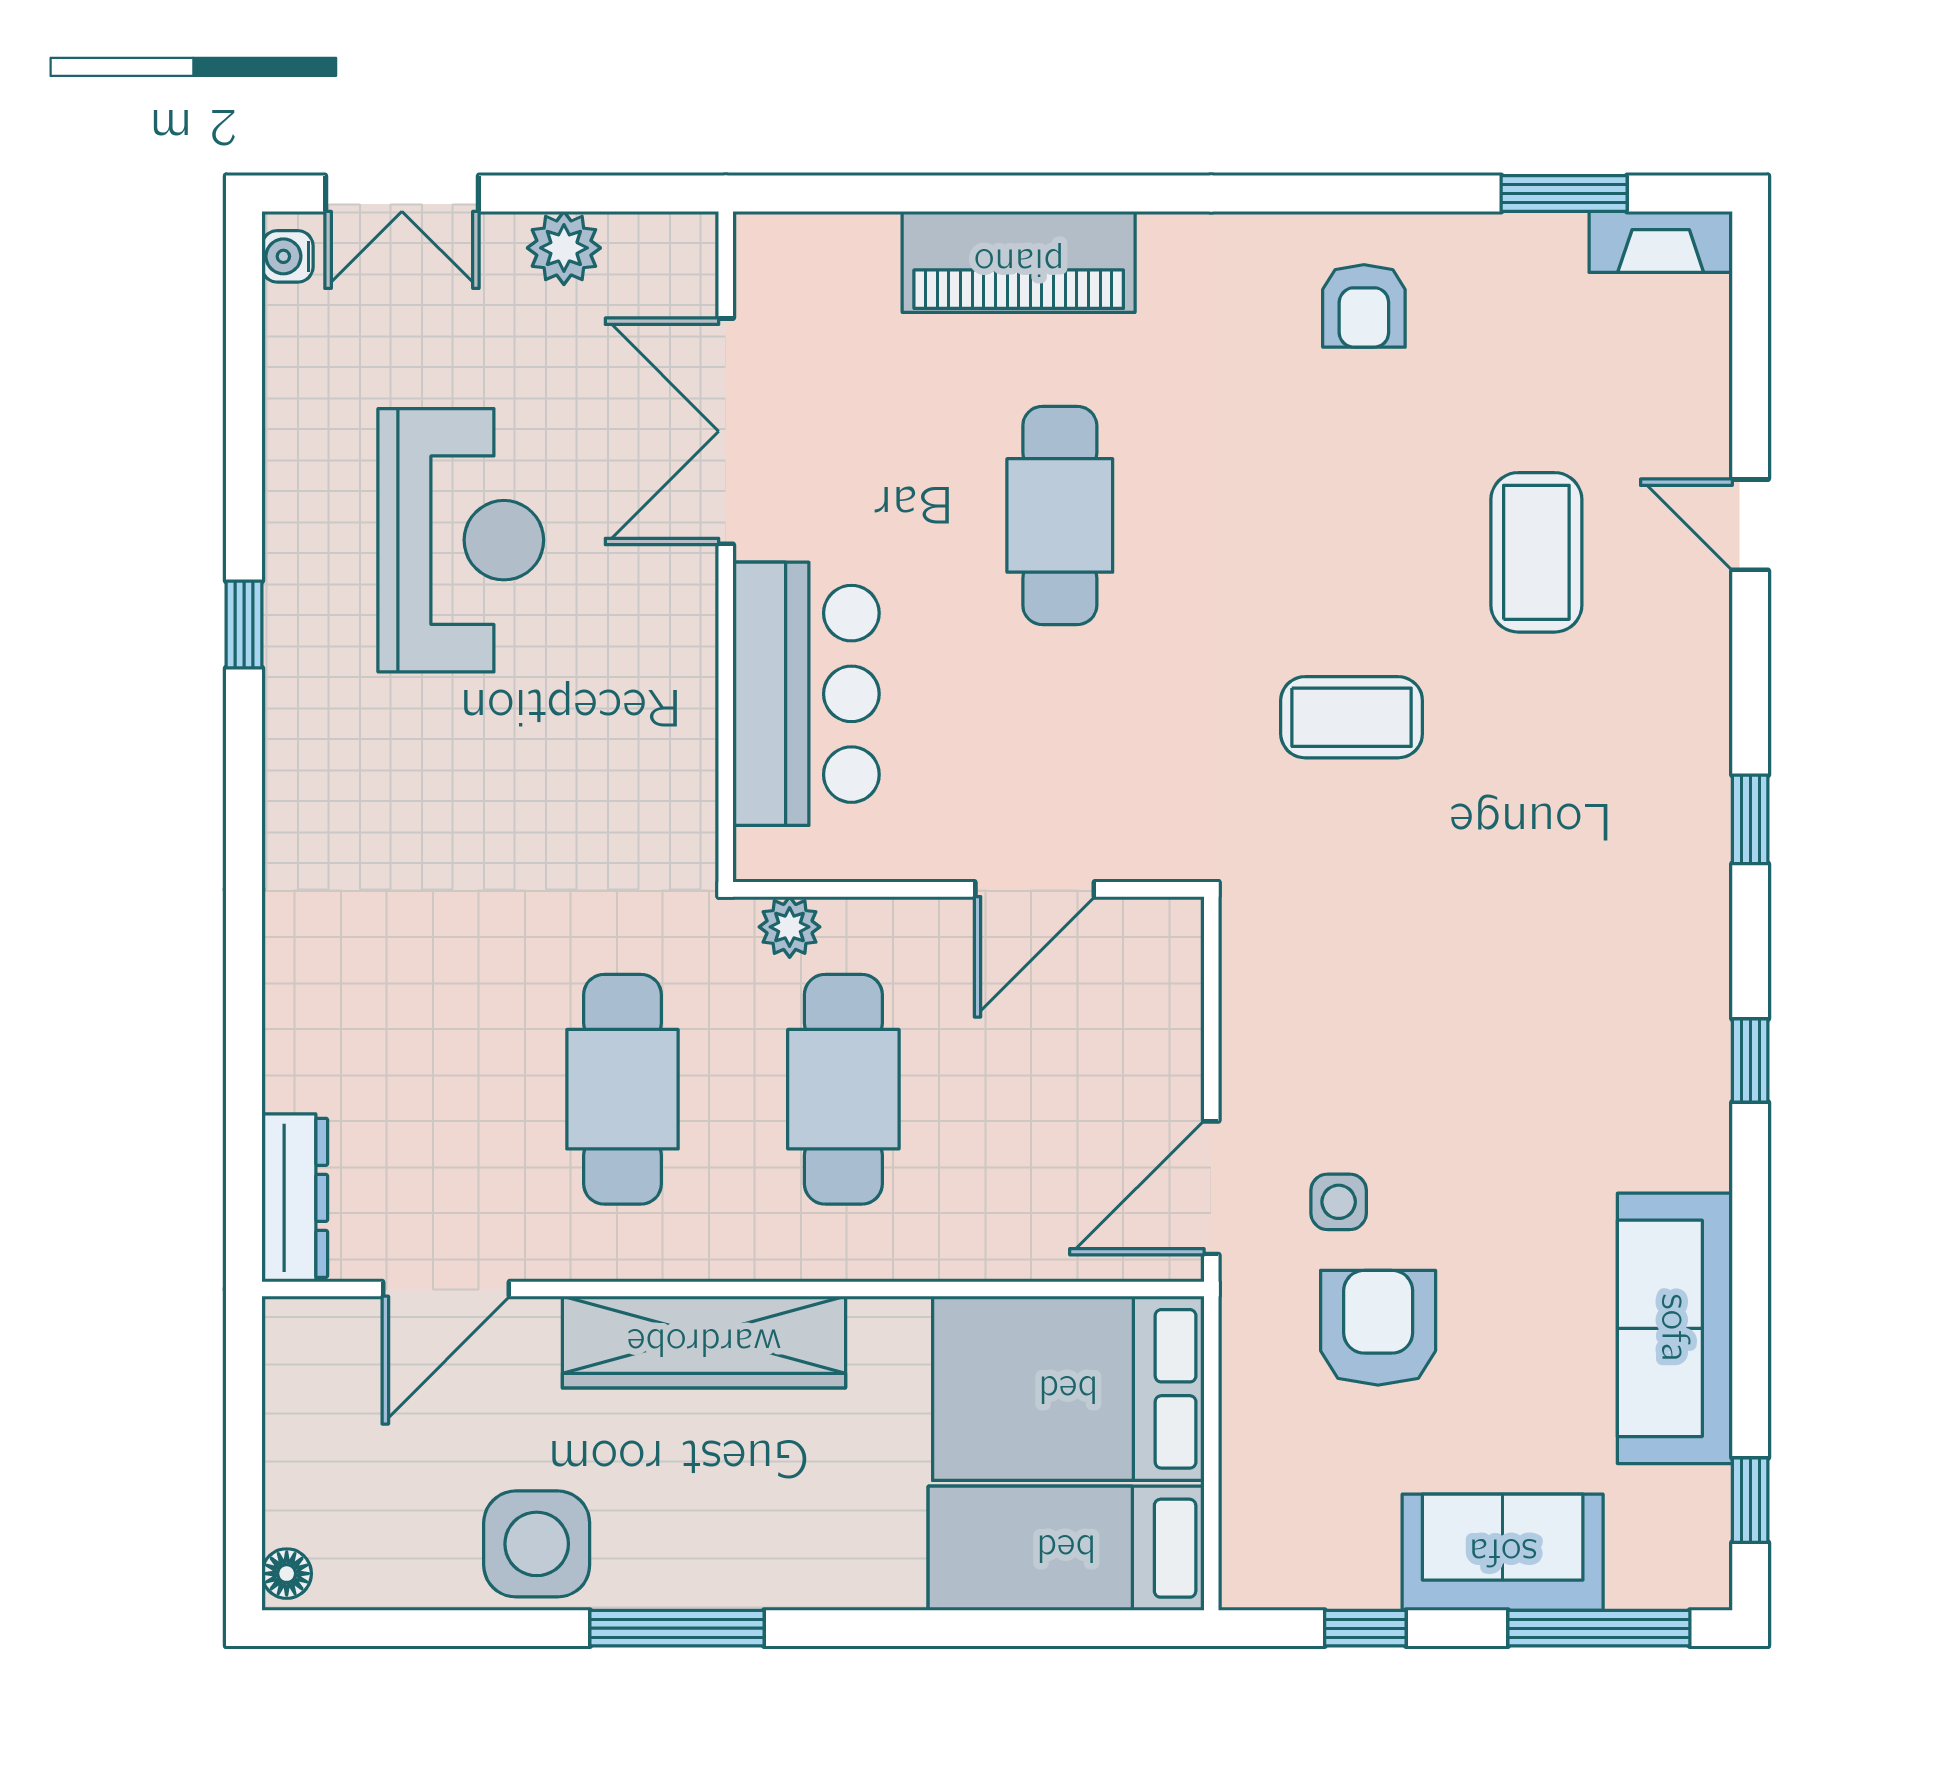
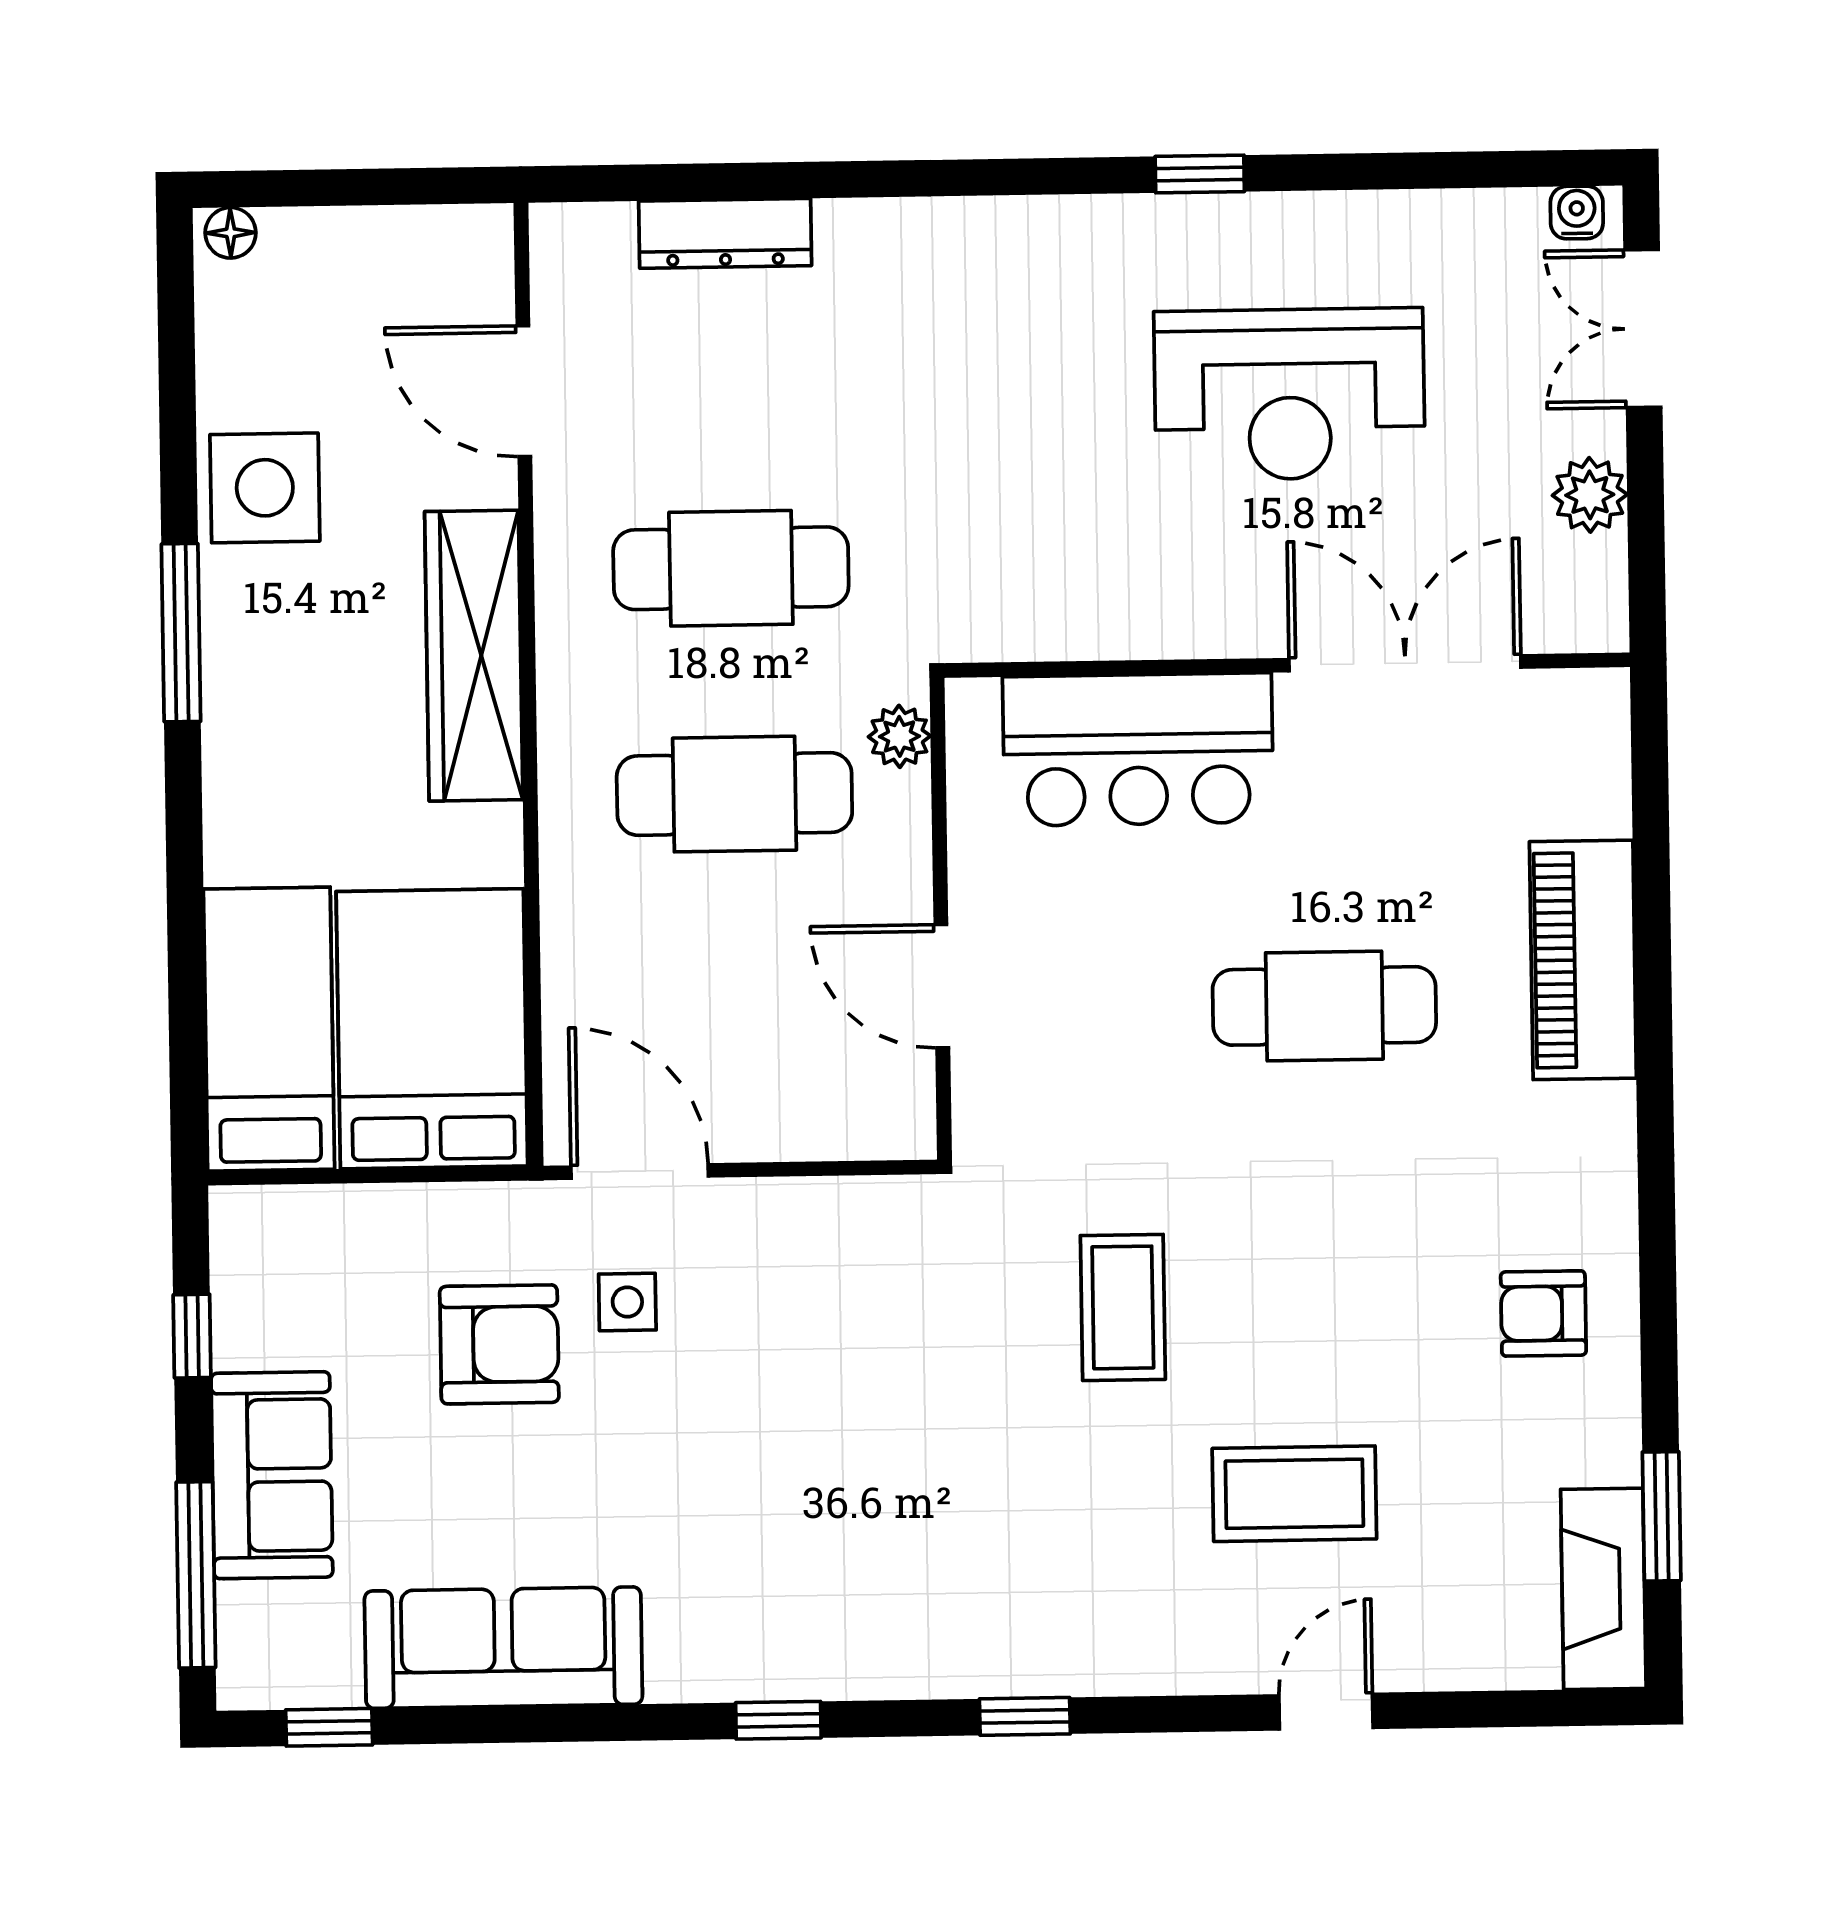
fireplace: (1661, 242) -> (1603, 1589), width x1.37, depth x1.32
dresser: (295, 1198) -> (725, 233), moved

